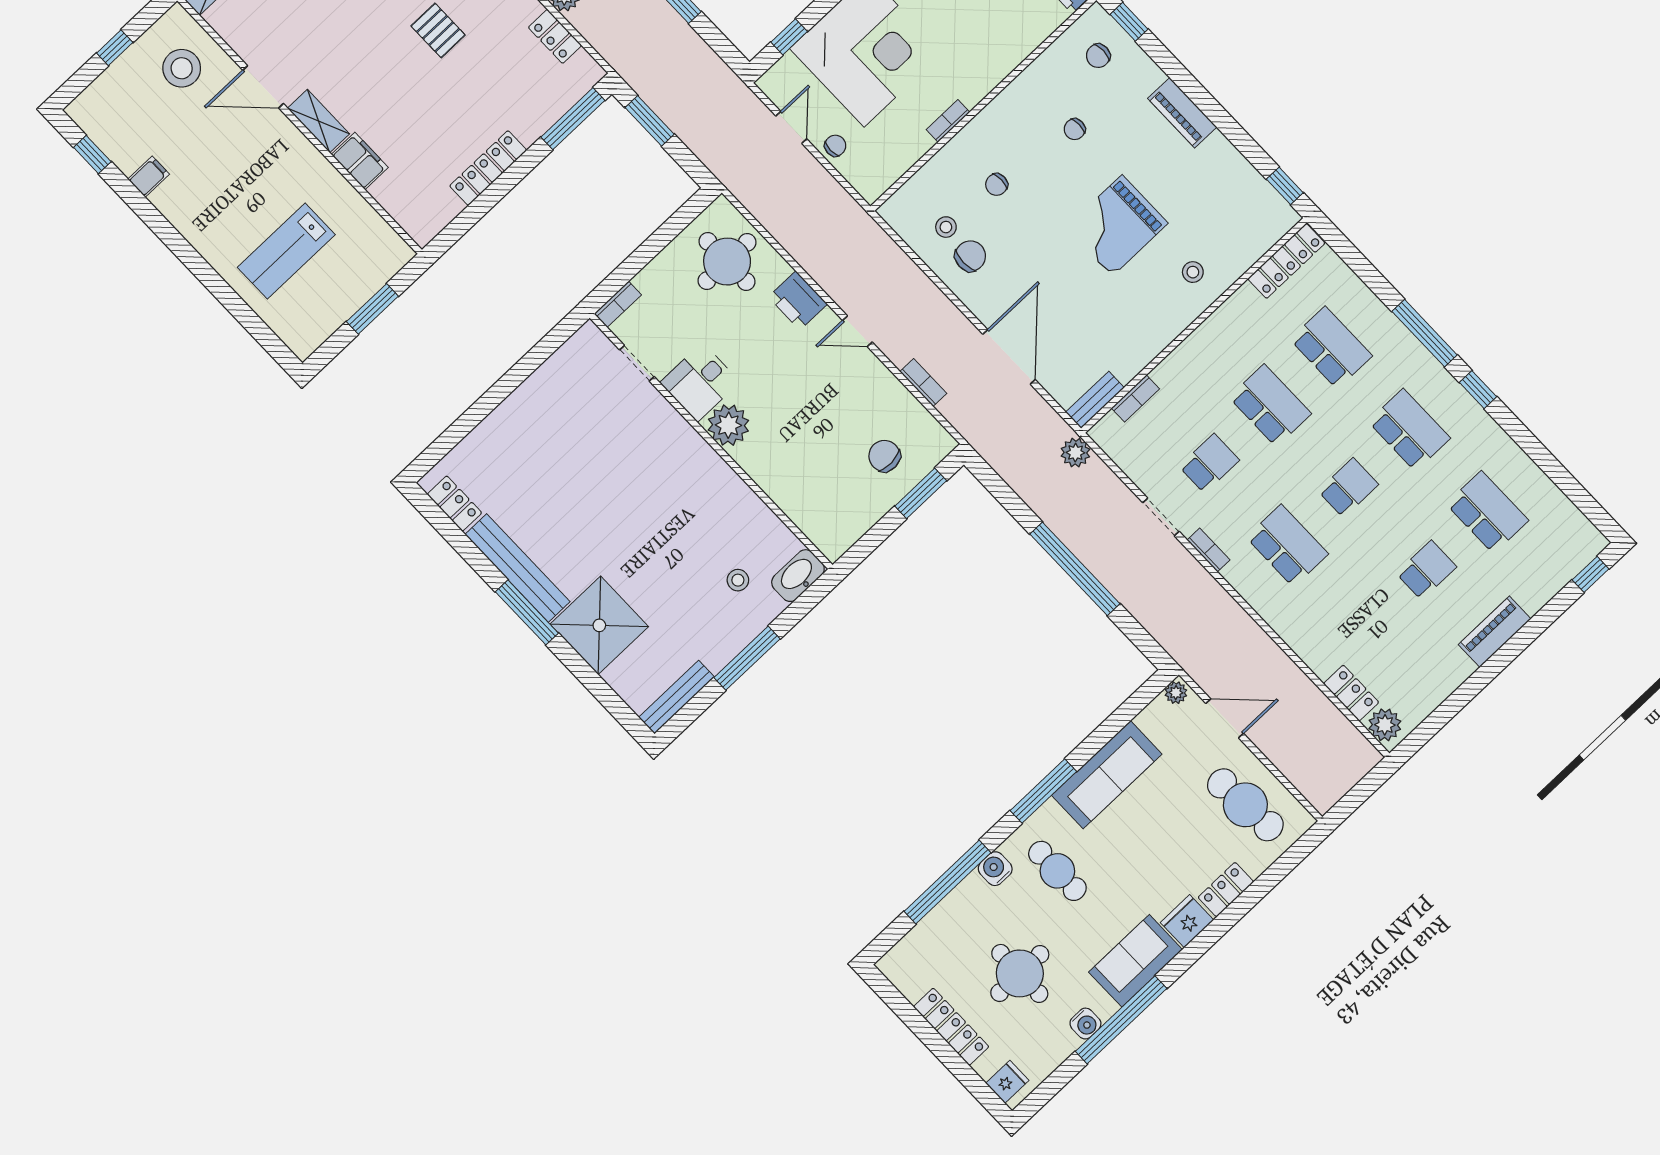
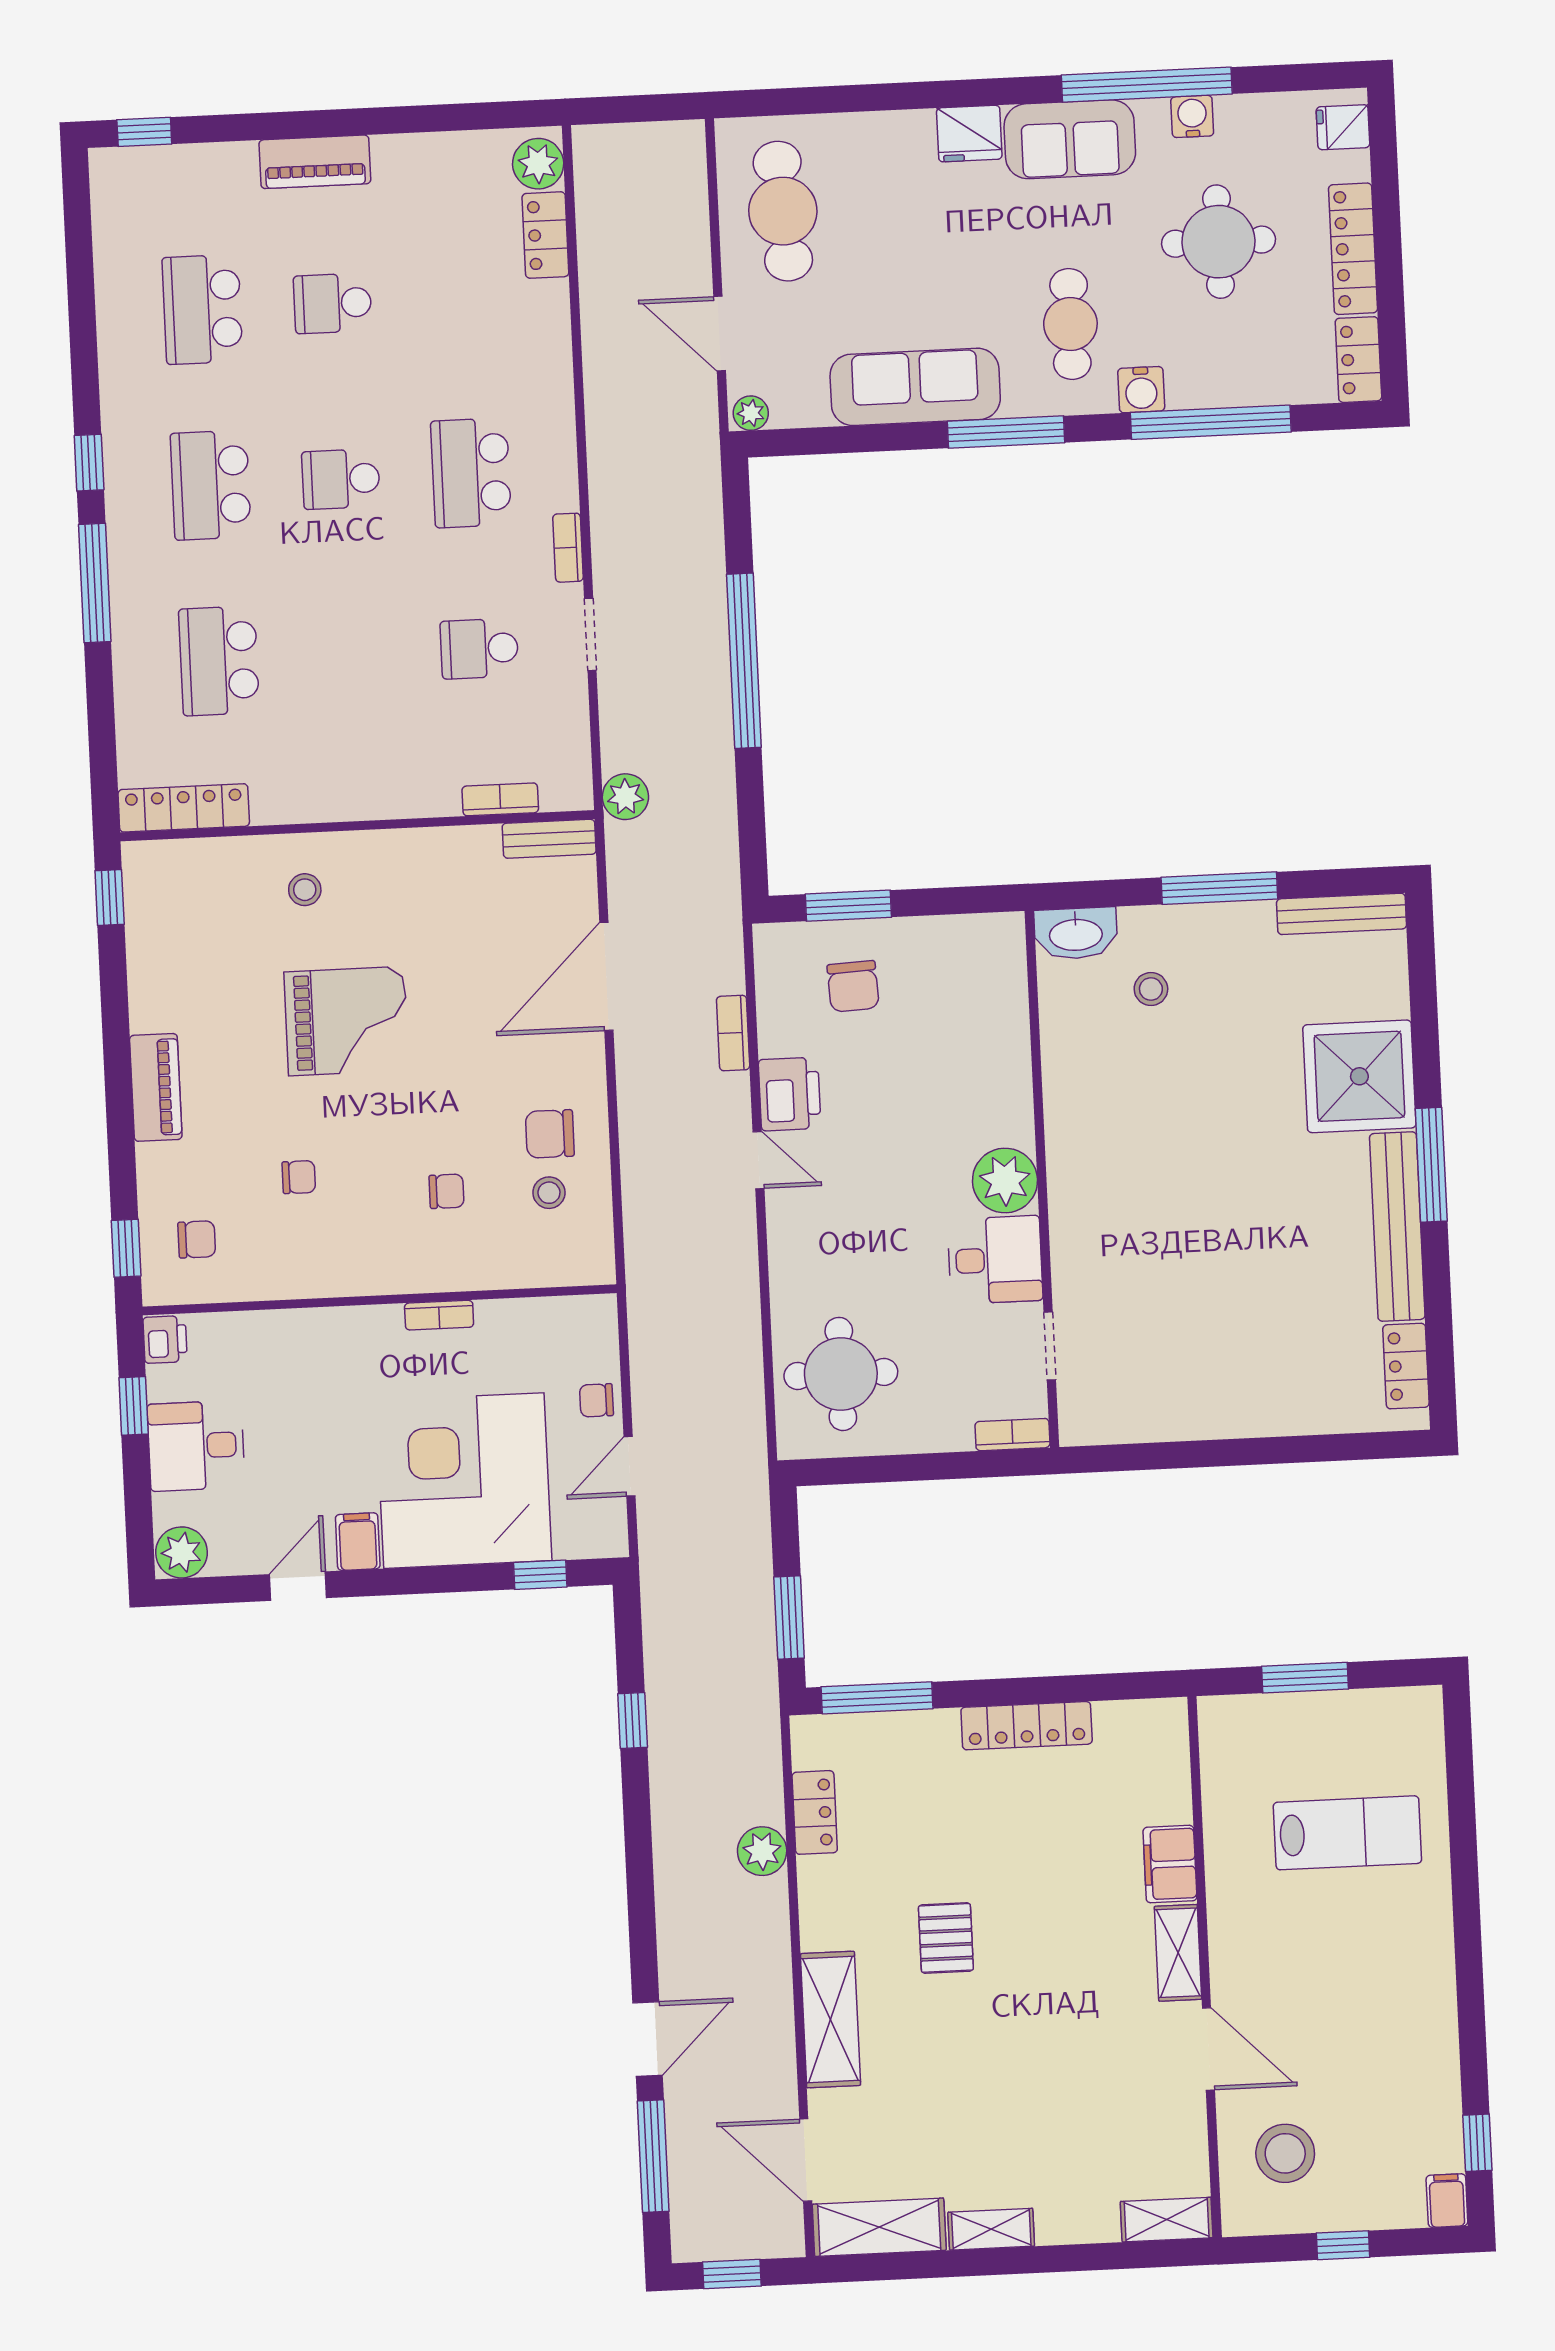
filing cabinet: (149, 177) -> (1447, 2201), moved, turned 90
printer: (798, 301) -> (790, 1094), moved
school desk: (1270, 405) -> (349, 655), removed
locker: (1226, 890) -> (1358, 360), moved, turned 90

